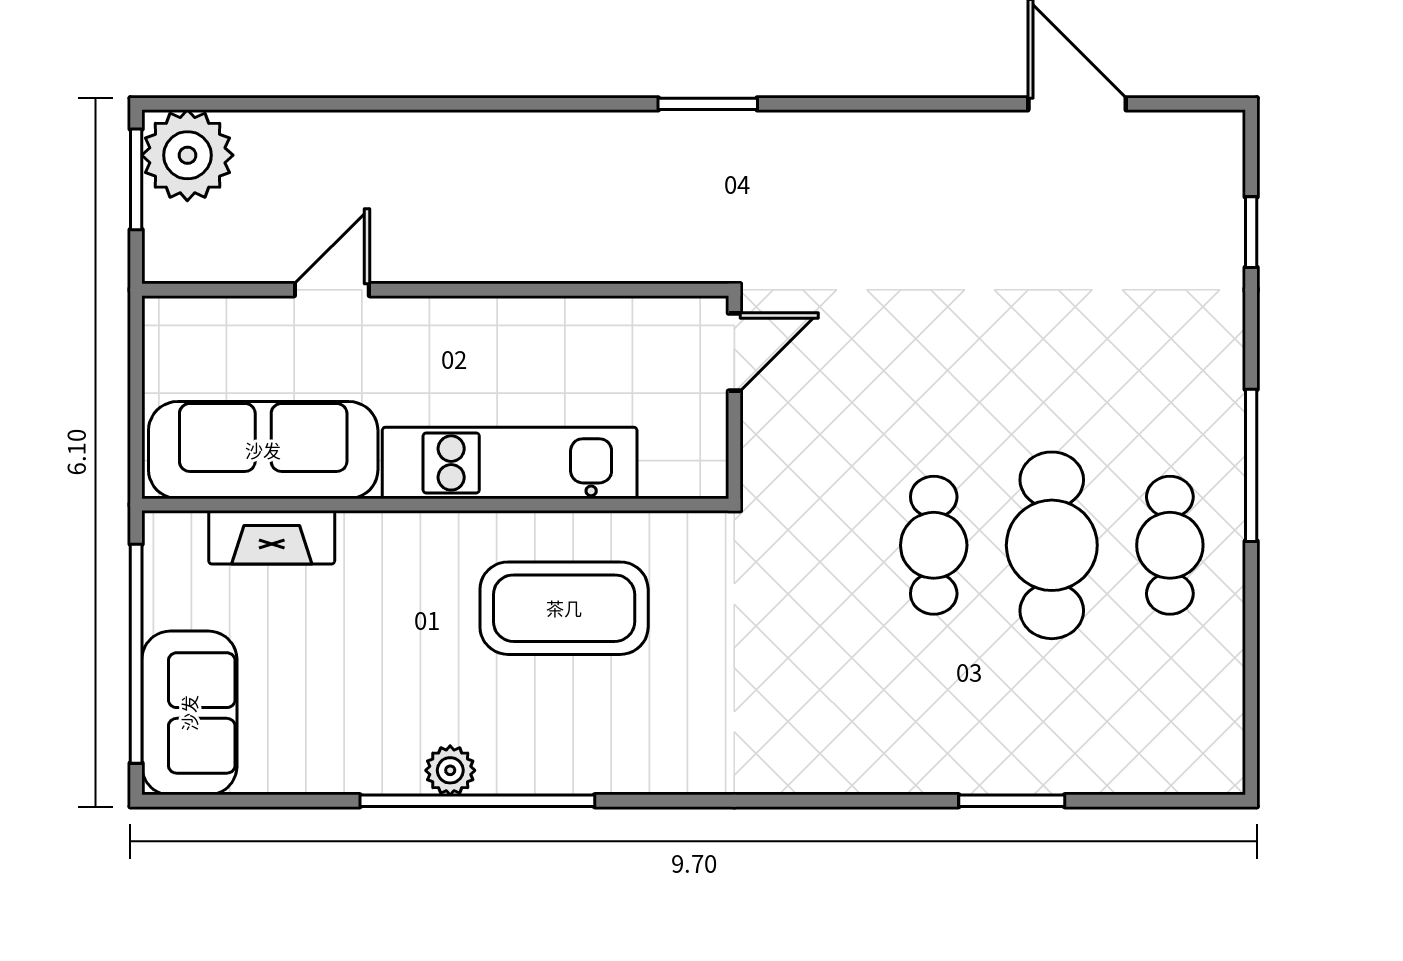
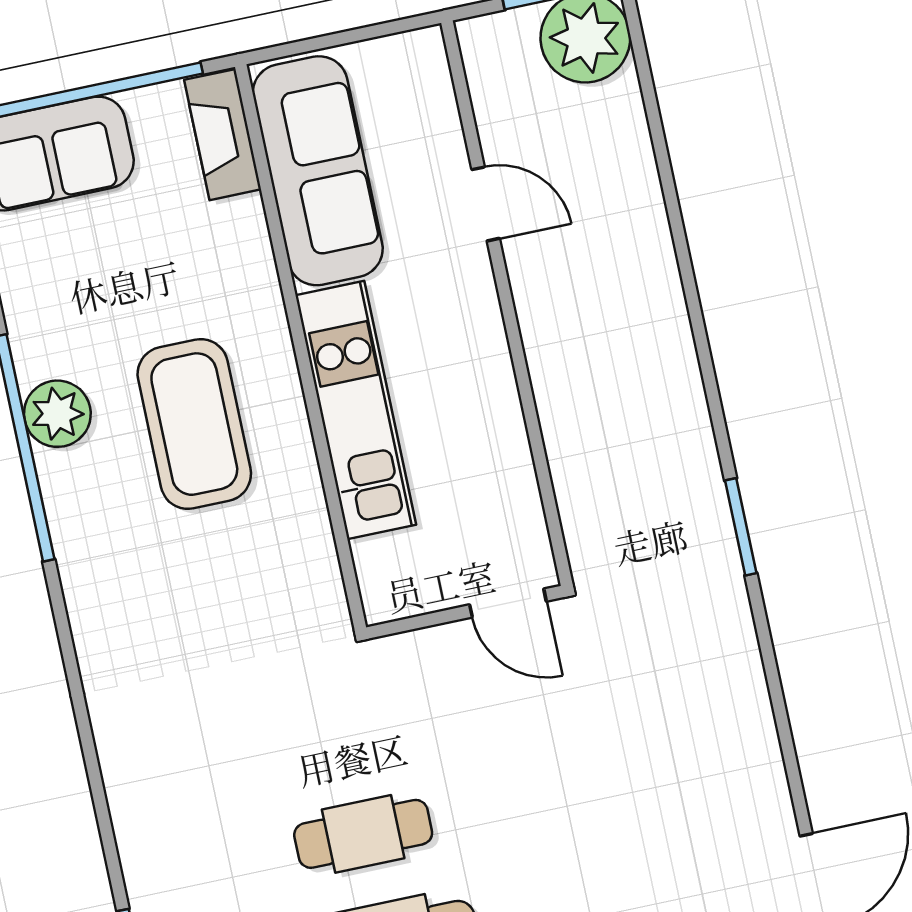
fireplace: (272, 537) -> (223, 135), moved
coffee table: (564, 608) -> (194, 424), moved
plant: (450, 770) -> (57, 414), width x1.38, depth x1.38

